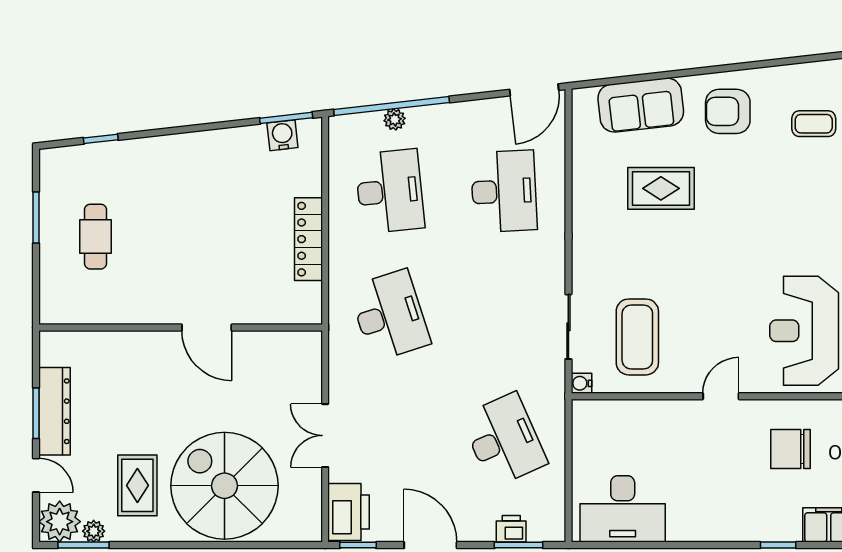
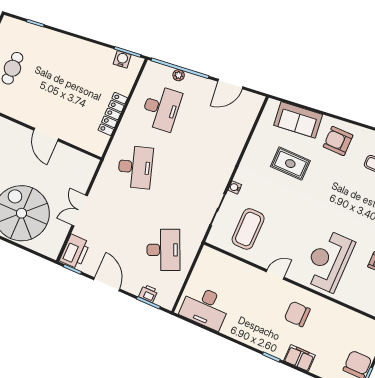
door: (534, 90) -> (230, 84), moved
desk: (504, 191) -> (215, 132), removed
water cooler: (581, 383) -> (235, 187), moved

